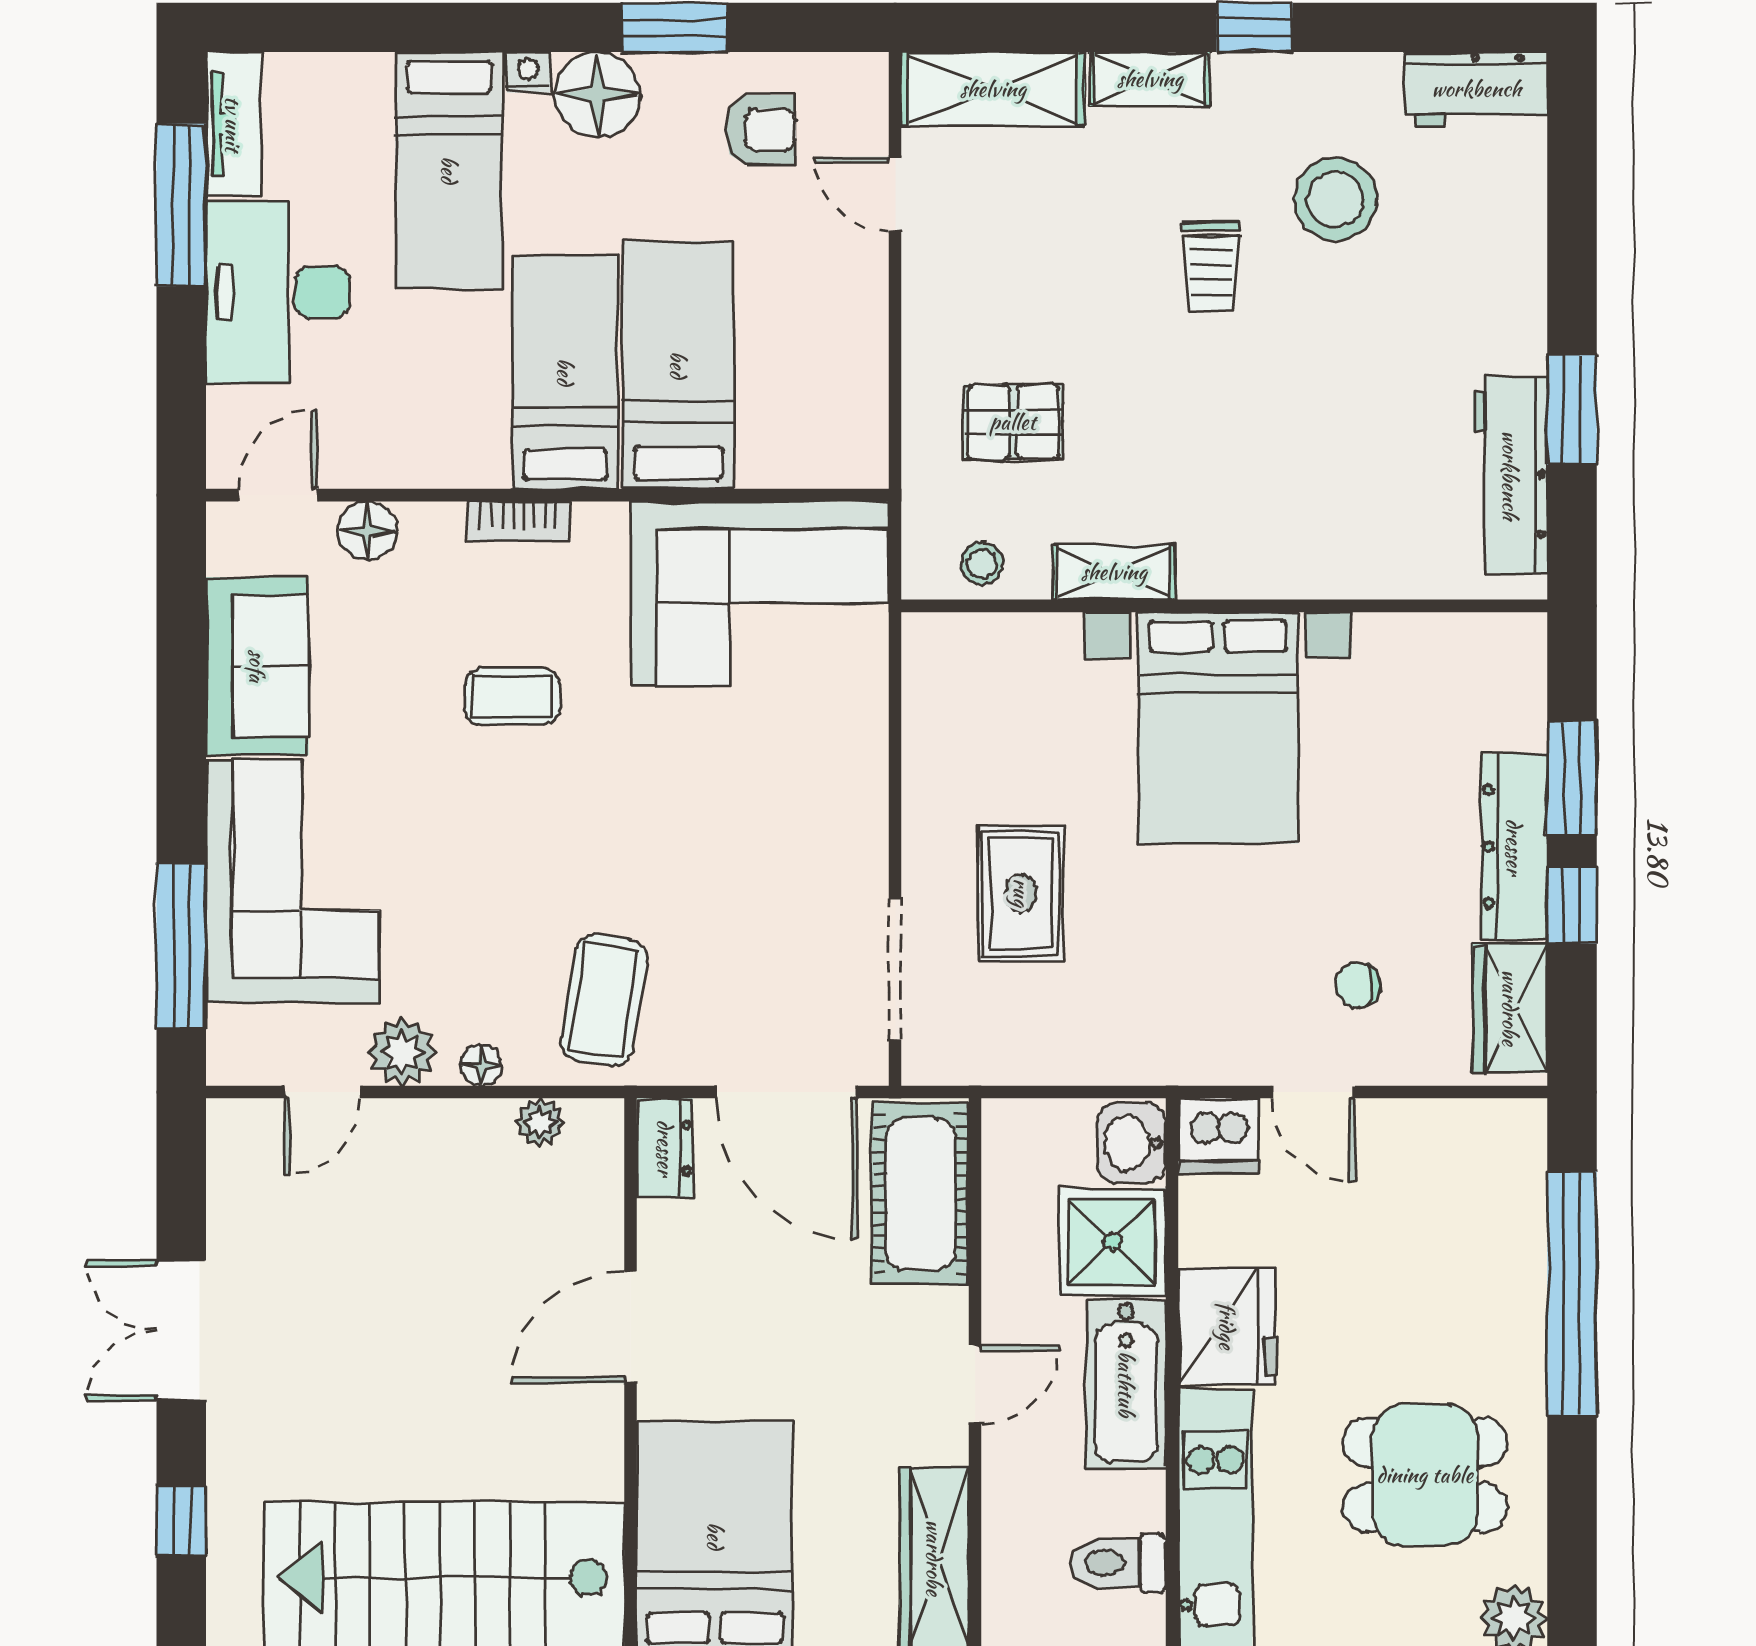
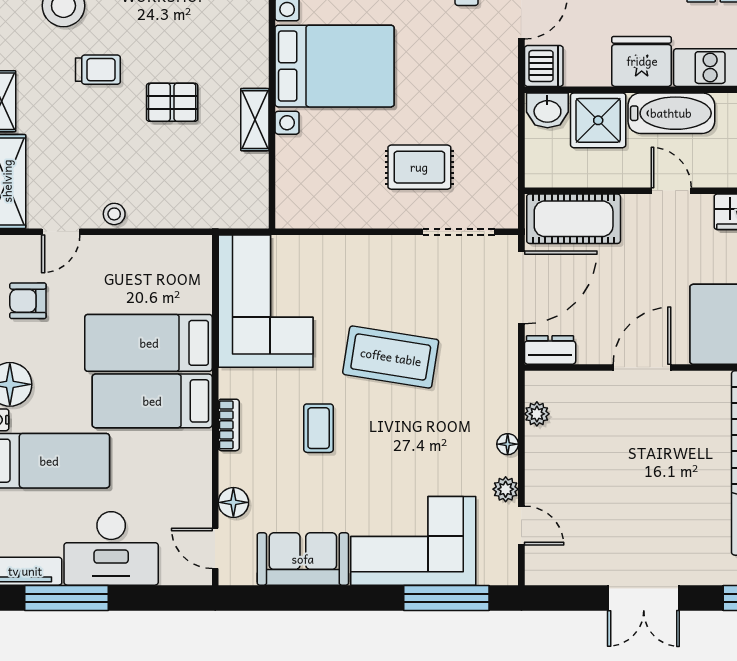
armchair: (761, 130) -> (28, 301), turned -90
pallet: (1013, 422) -> (172, 102), moved, turned 90
stool: (982, 564) -> (114, 214), moved
coffee table: (604, 1000) -> (391, 357), moved, width x1.36, depth x1.32
plant: (402, 1052) -> (506, 489), width x0.73, depth x0.73
door: (630, 1327) -> (642, 367), swing flipped

